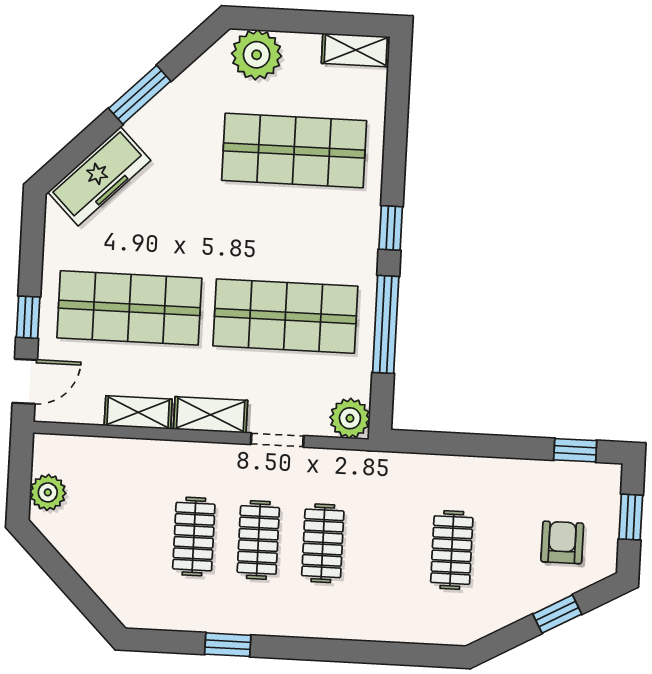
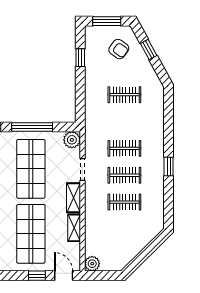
window: (575, 450) -> (80, 58), moved
plant: (48, 492) -> (92, 264), moved
window: (631, 517) -> (107, 21), width x1.50
armchair: (562, 542) -> (119, 49), turned -144
window: (228, 645) -> (169, 167), moved

